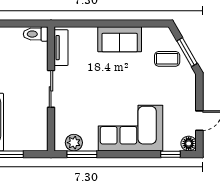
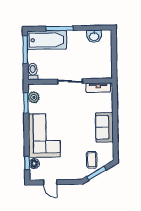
toilet: (36, 34) -> (33, 71), moved
floor lamp: (189, 144) -> (34, 164), moved

